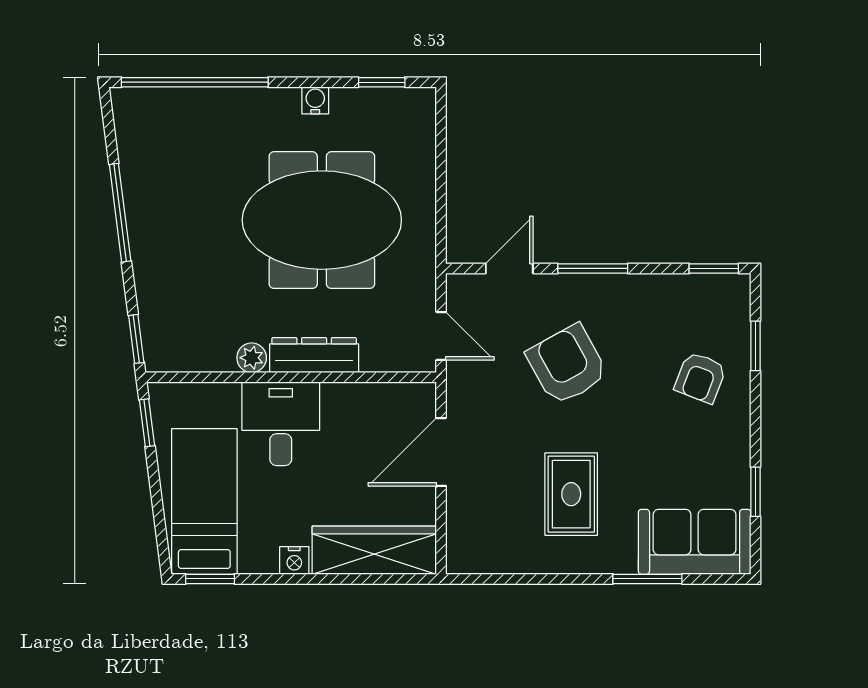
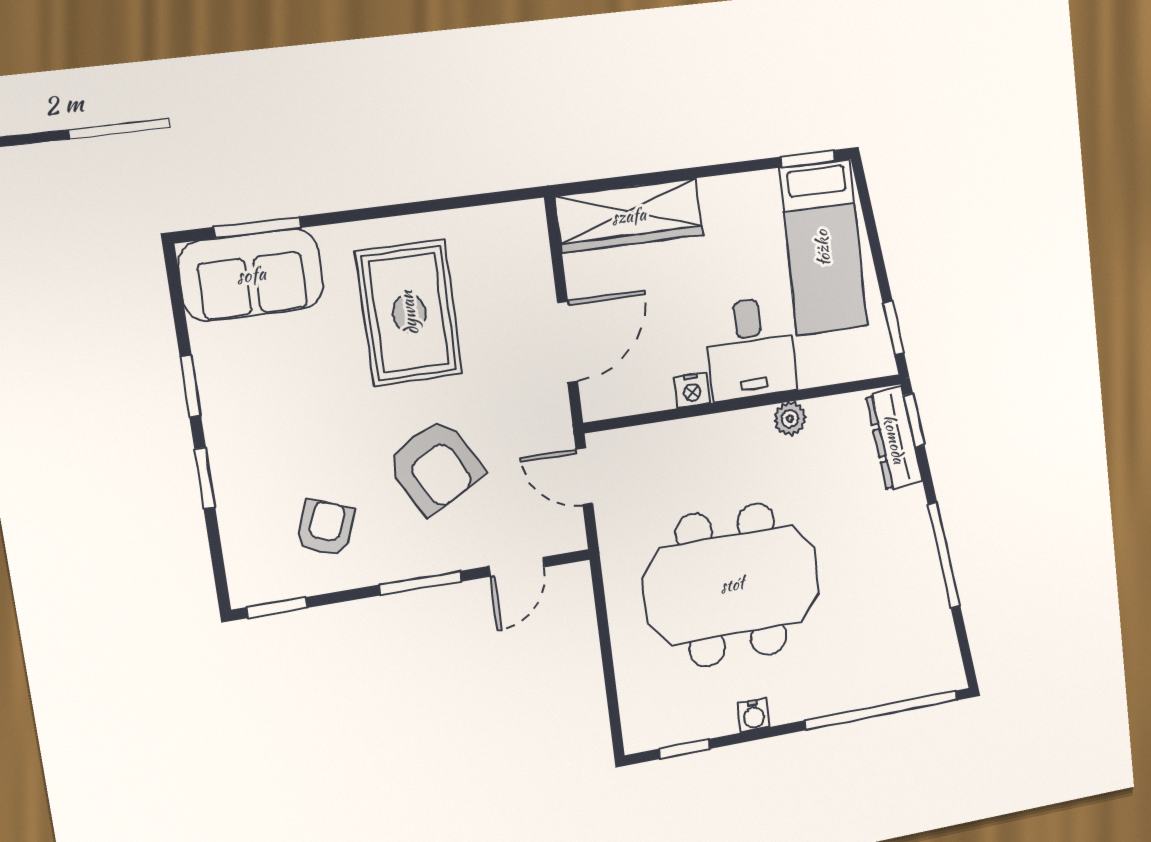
window: (755, 346) -> (205, 478), moved
dresser: (314, 355) -> (894, 439), moved, turned 83
armchair: (700, 378) -> (325, 528), moved
window: (755, 492) -> (191, 386), moved
rug: (571, 494) -> (409, 313), width x1.36, depth x1.43
nightstand: (294, 560) -> (692, 390), moved, turned 180
window: (647, 579) -> (257, 227), moved

